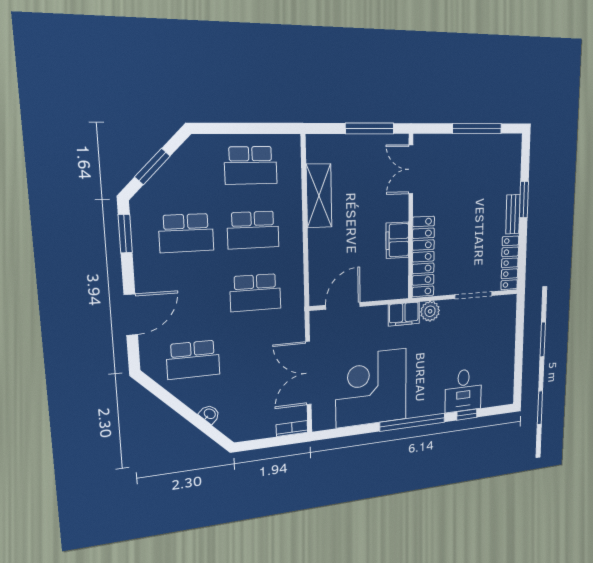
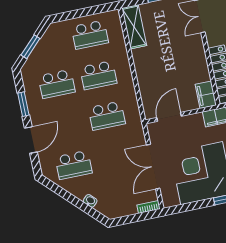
shelving: (319, 196) -> (134, 27), moved
window: (125, 234) -> (23, 104), moved
filing cabinet: (397, 240) -> (206, 95), moved

